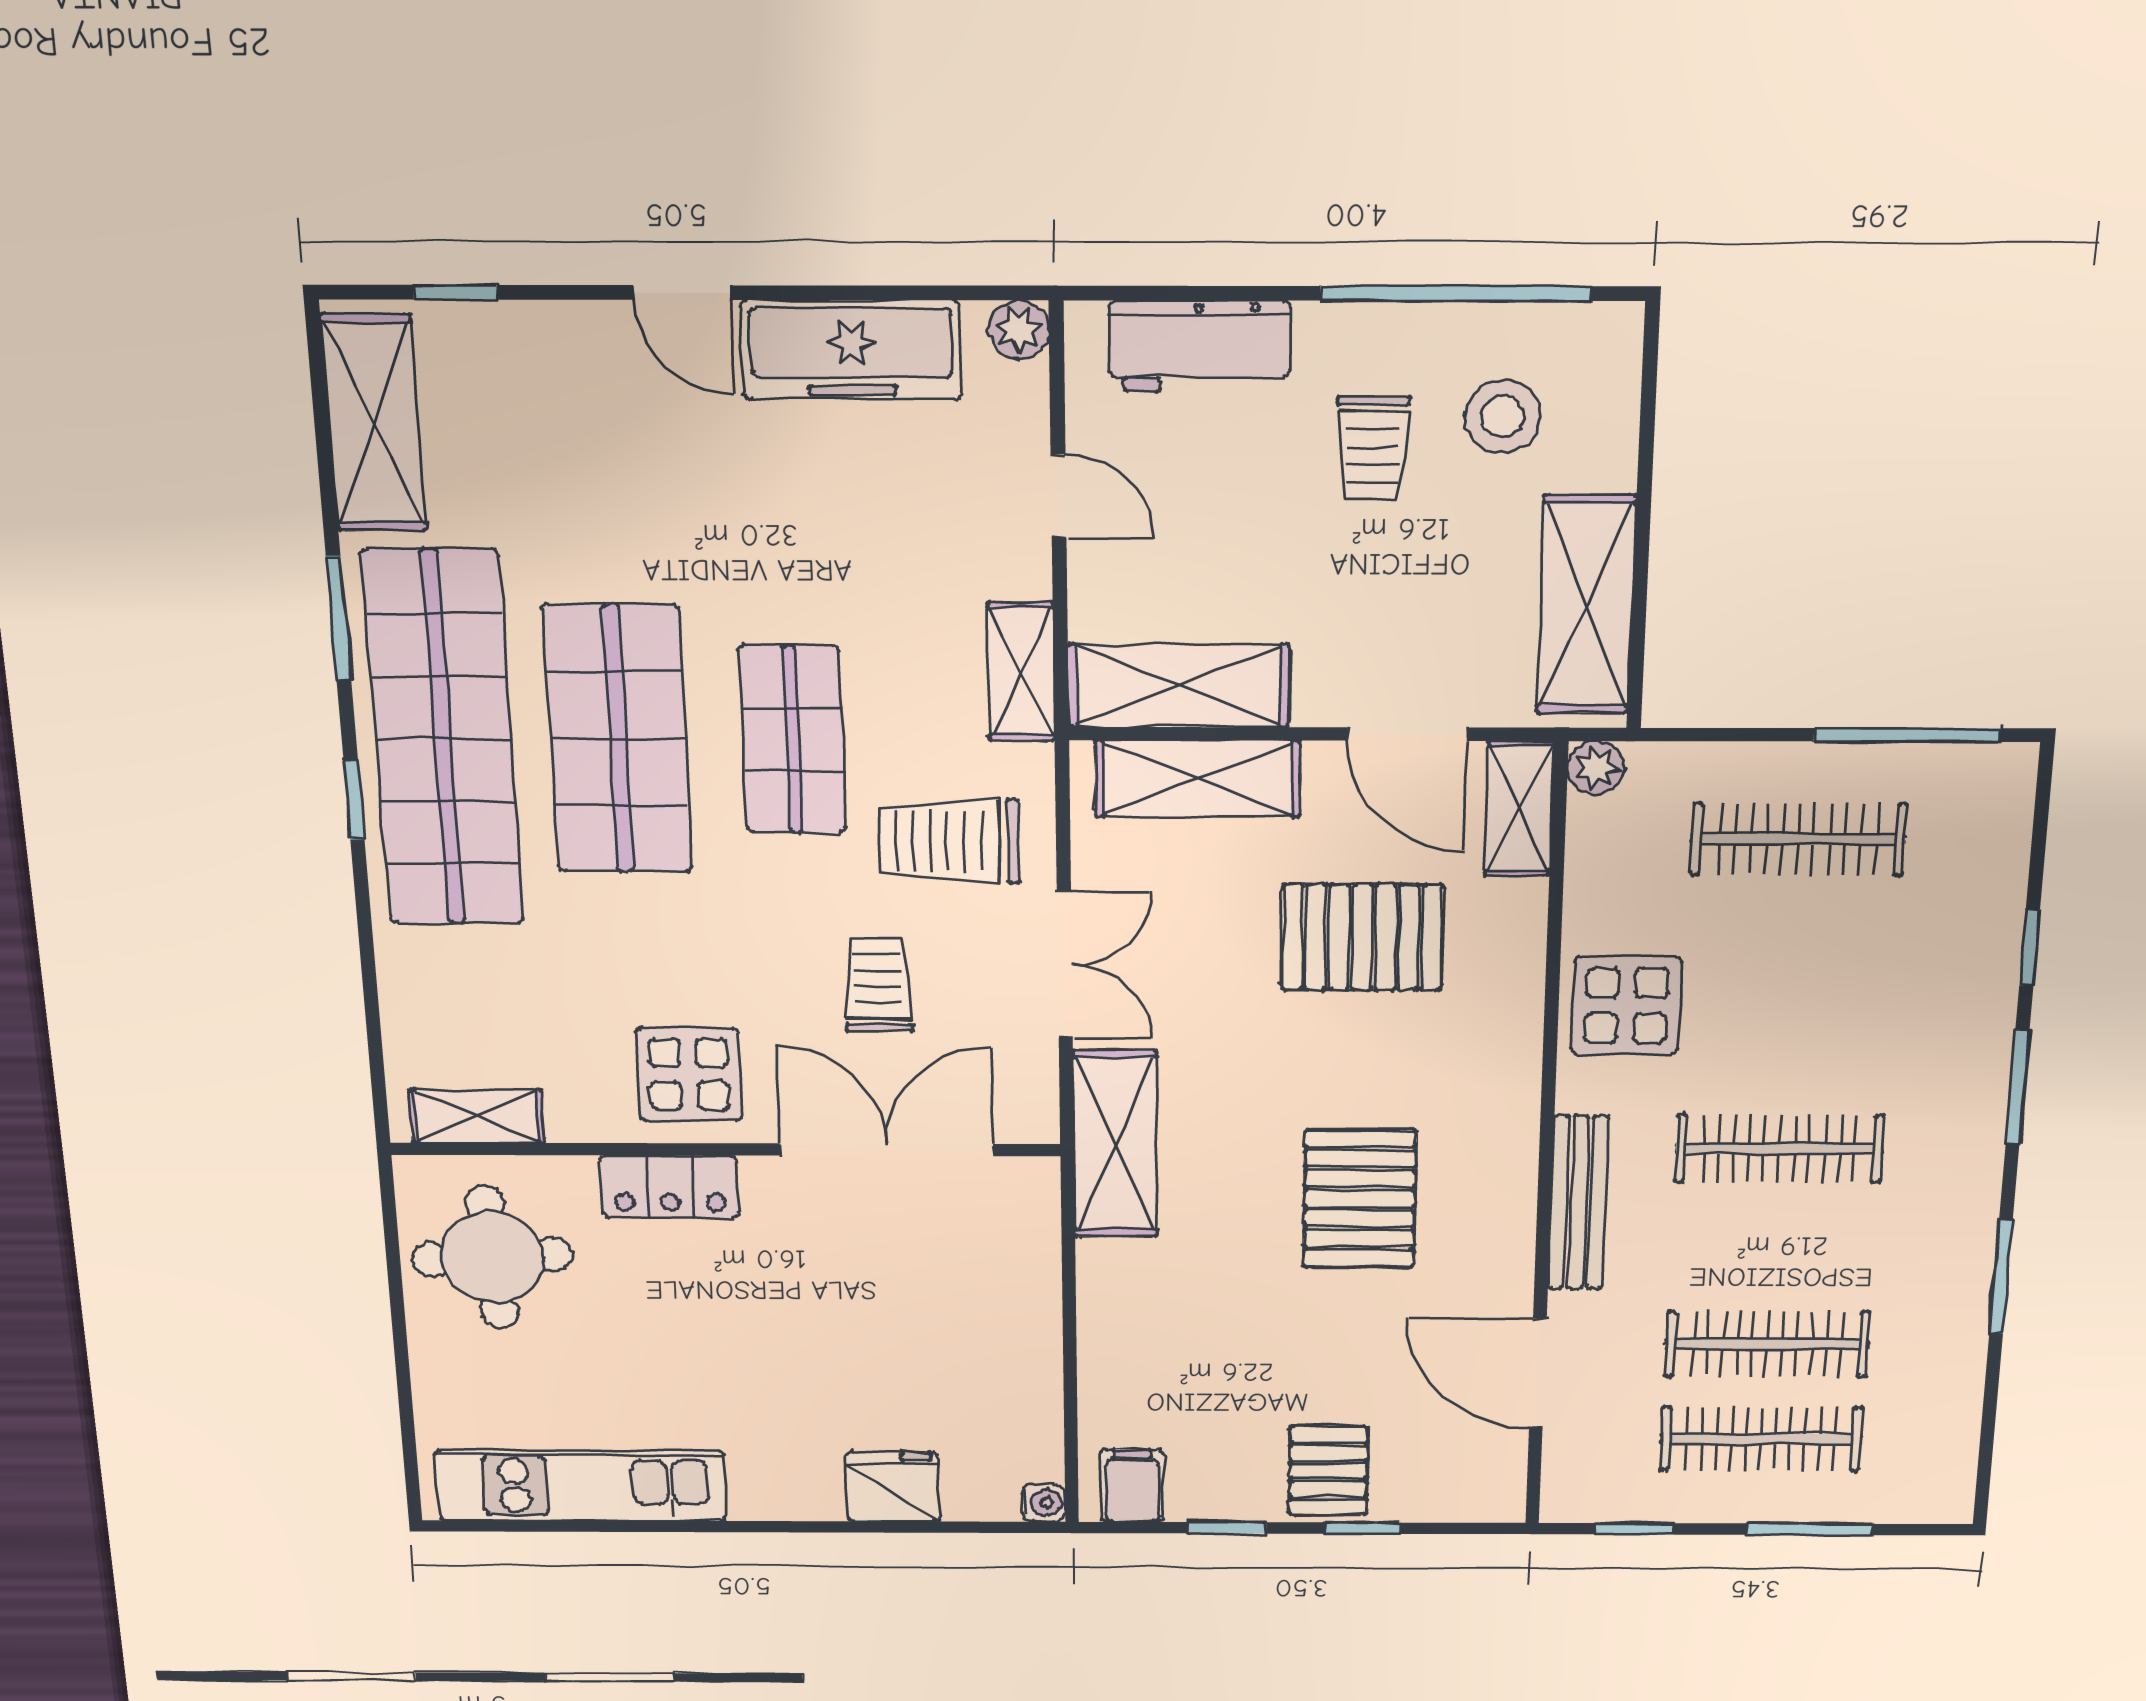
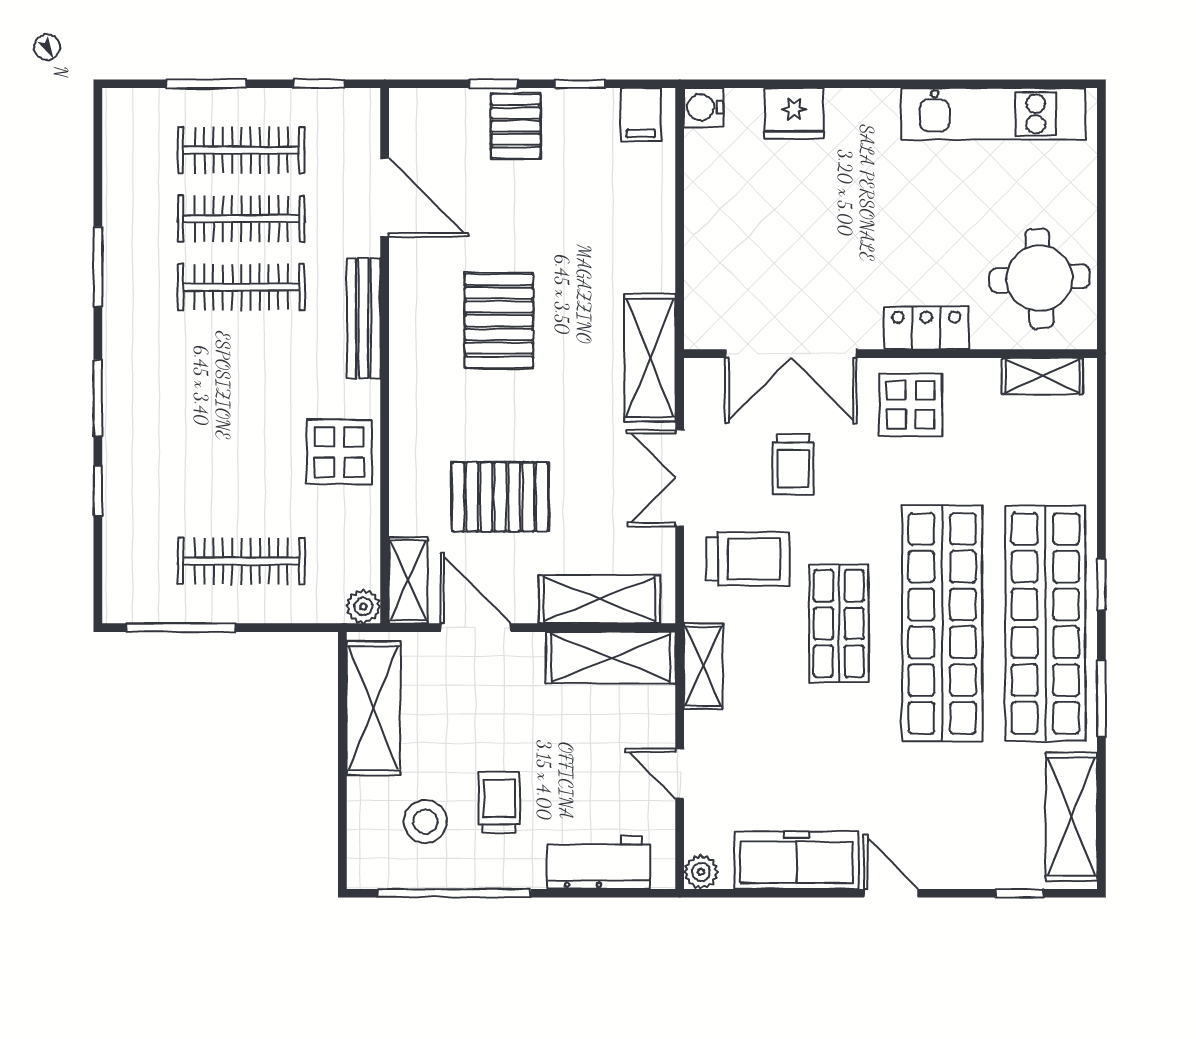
shop shelf: (618, 739) -> (942, 623), width x1.40
clothes rail: (1779, 1149) -> (241, 287), moved
water cooler: (1043, 1503) -> (703, 108), width x1.38, depth x1.38

